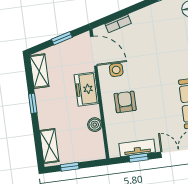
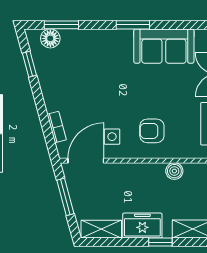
window: (62, 38) -> (65, 197), width x1.50
freezer: (87, 89) -> (142, 226), moved, turned 180
window: (33, 103) -> (160, 242), moved

